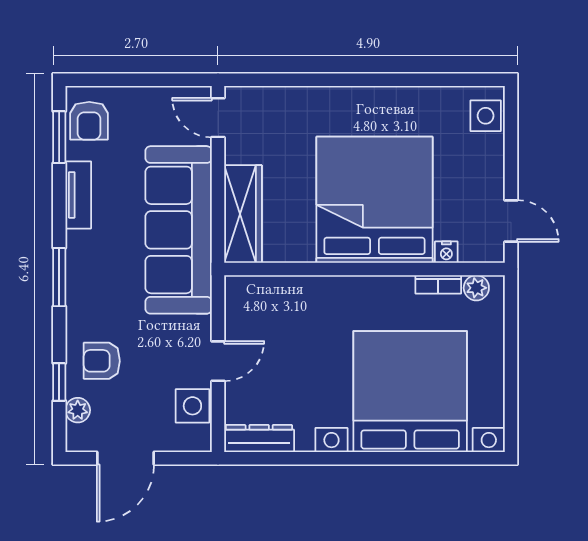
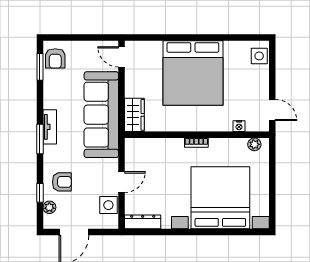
tv unit: (78, 195) -> (50, 127), moved
bed: (374, 200) -> (193, 73), moved, turned 180
wardrobe: (243, 214) -> (134, 115), width x0.67
bookcase: (438, 284) -> (196, 143), moved
armchair: (102, 361) -> (62, 182), turned 180

